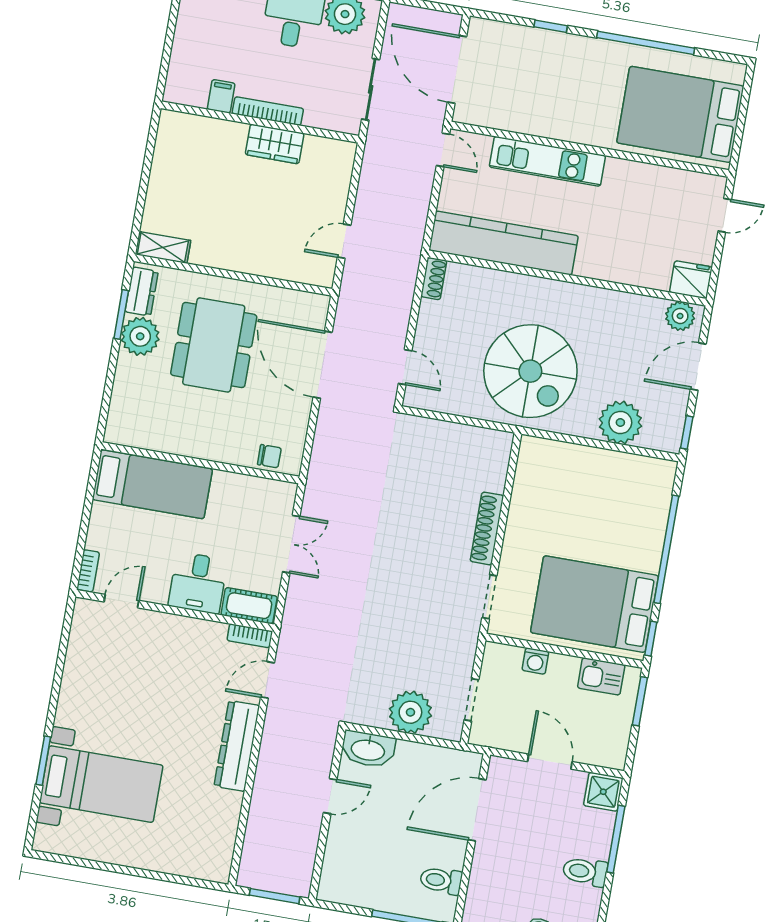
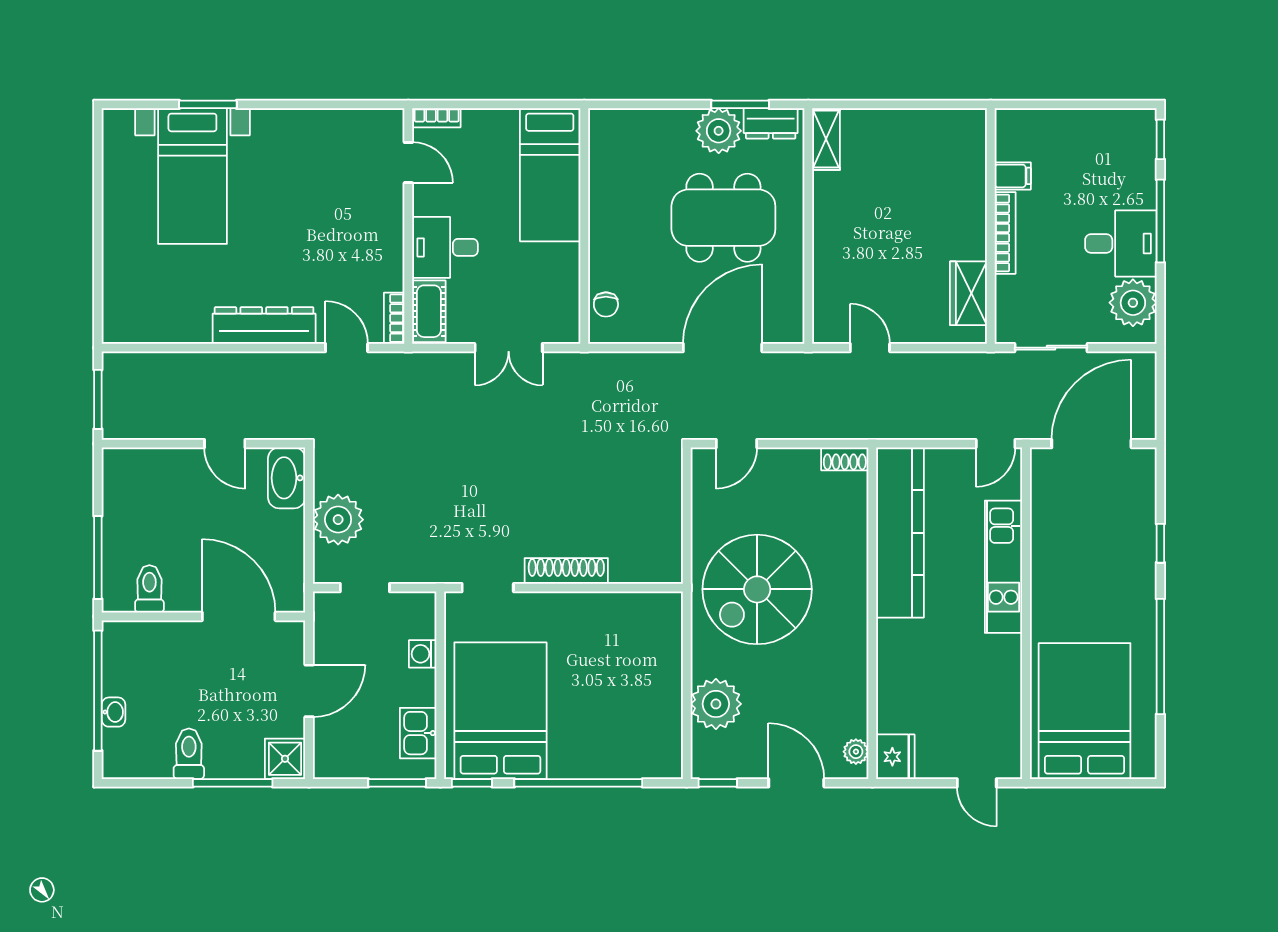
wardrobe: (275, 144) -> (968, 293), moved
plant: (680, 316) -> (856, 752), width x0.73, depth x0.73

